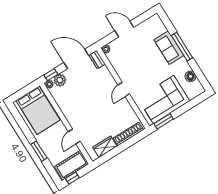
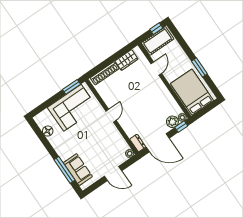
window: (182, 47) -> (64, 170), moved
sofa: (169, 48) -> (78, 170), moved
window: (39, 151) -> (199, 68), moved

